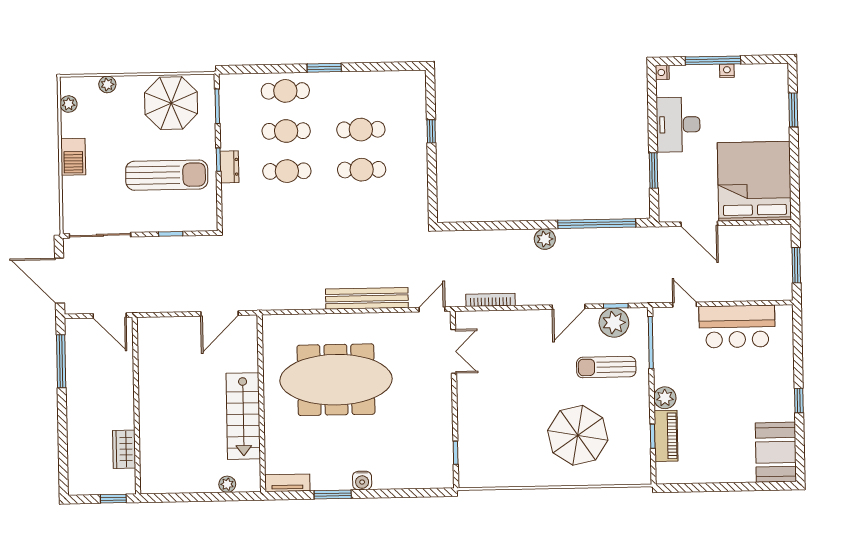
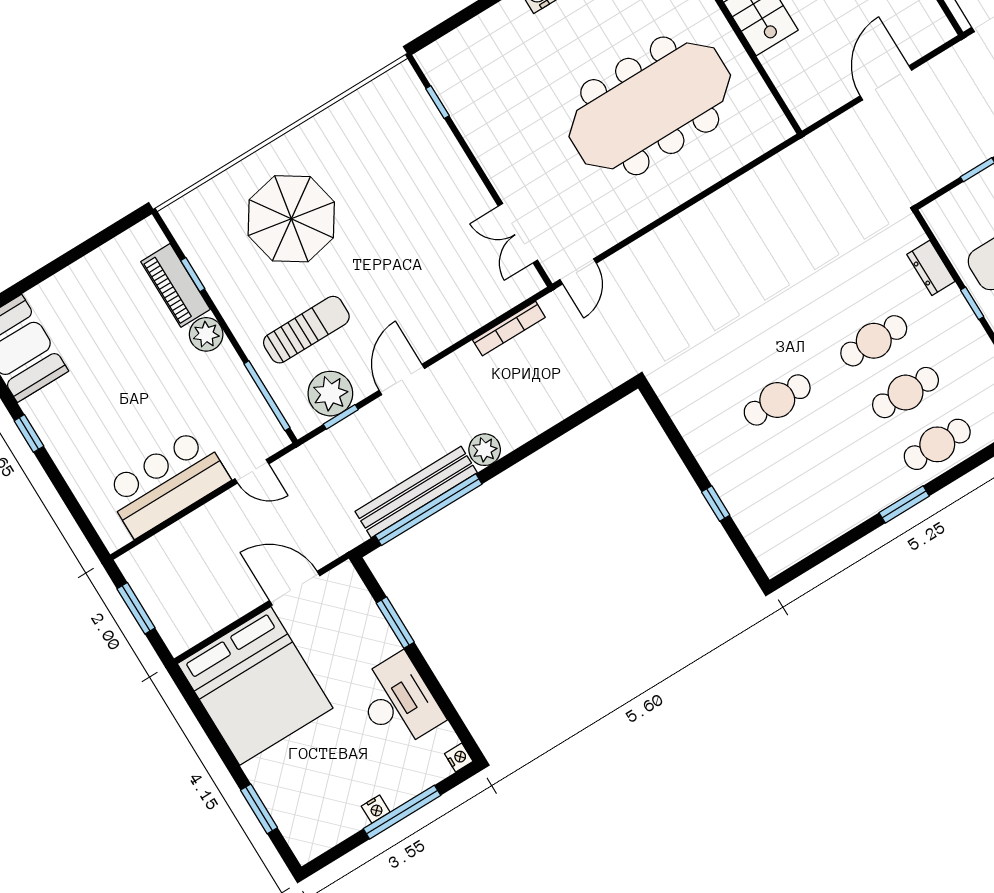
cafe table: (361, 130) -> (809, 452), removed
dresser: (229, 167) -> (931, 268), moved
bench: (367, 298) -> (416, 492), moved
door: (220, 313) -> (886, 83), moved

